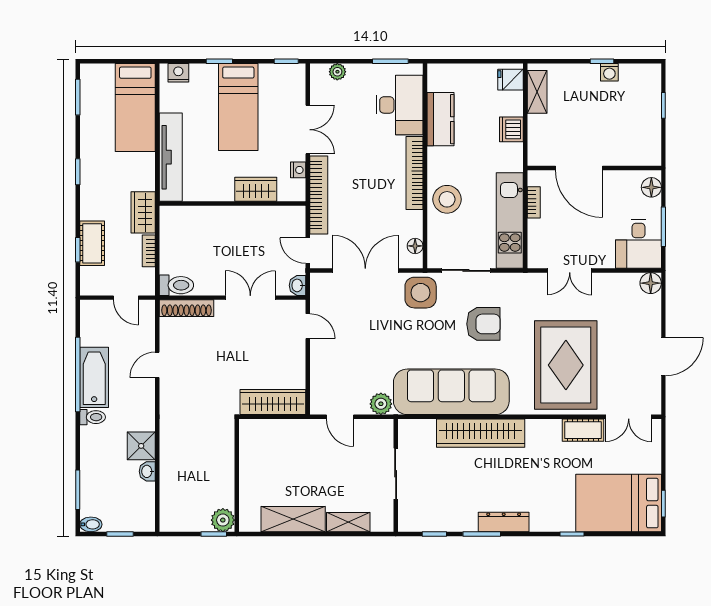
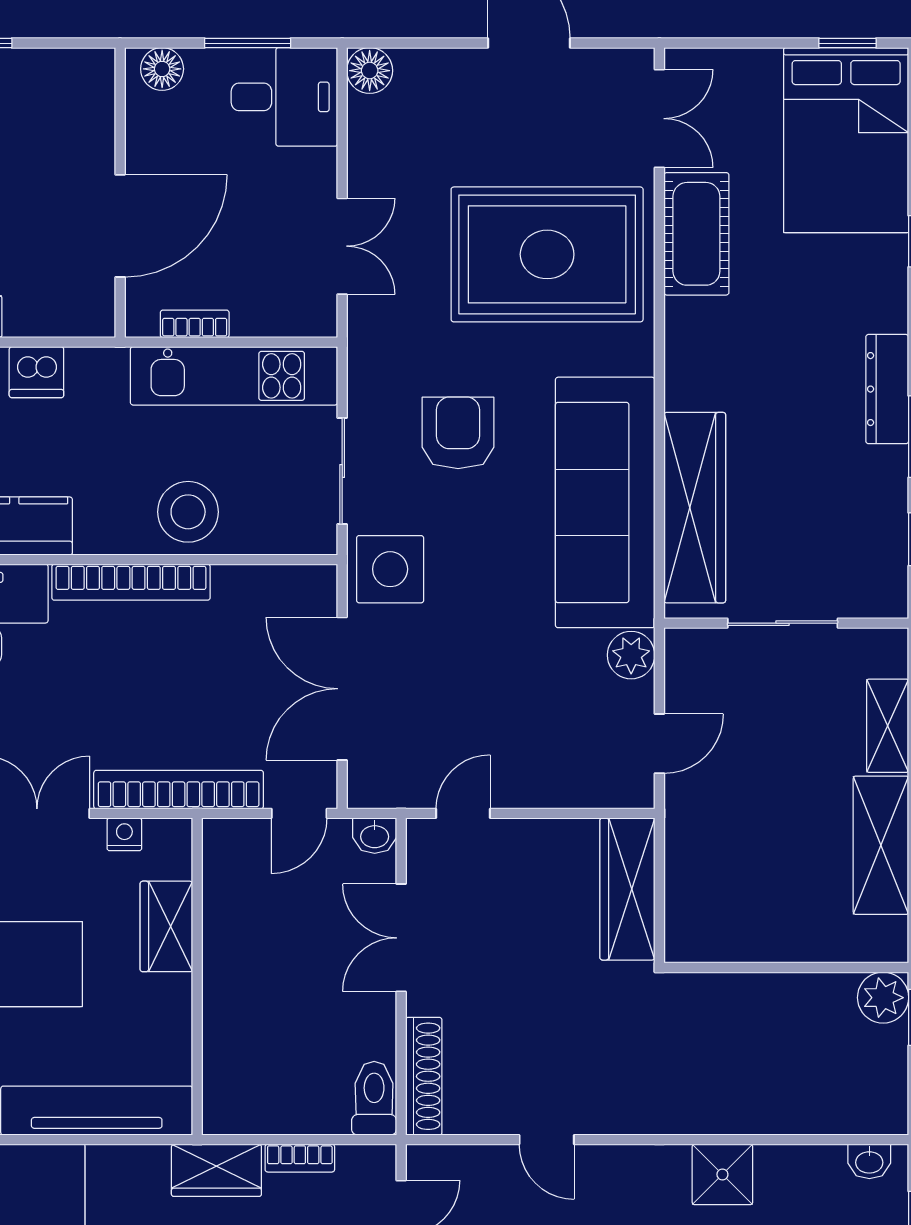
floor lamp: (415, 246) -> (289, 581), removed
cot: (583, 430) -> (696, 234), width x1.37, depth x1.34
wardrobe: (481, 433) -> (695, 508), moved
washbasin: (147, 471) -> (869, 1161), moved

